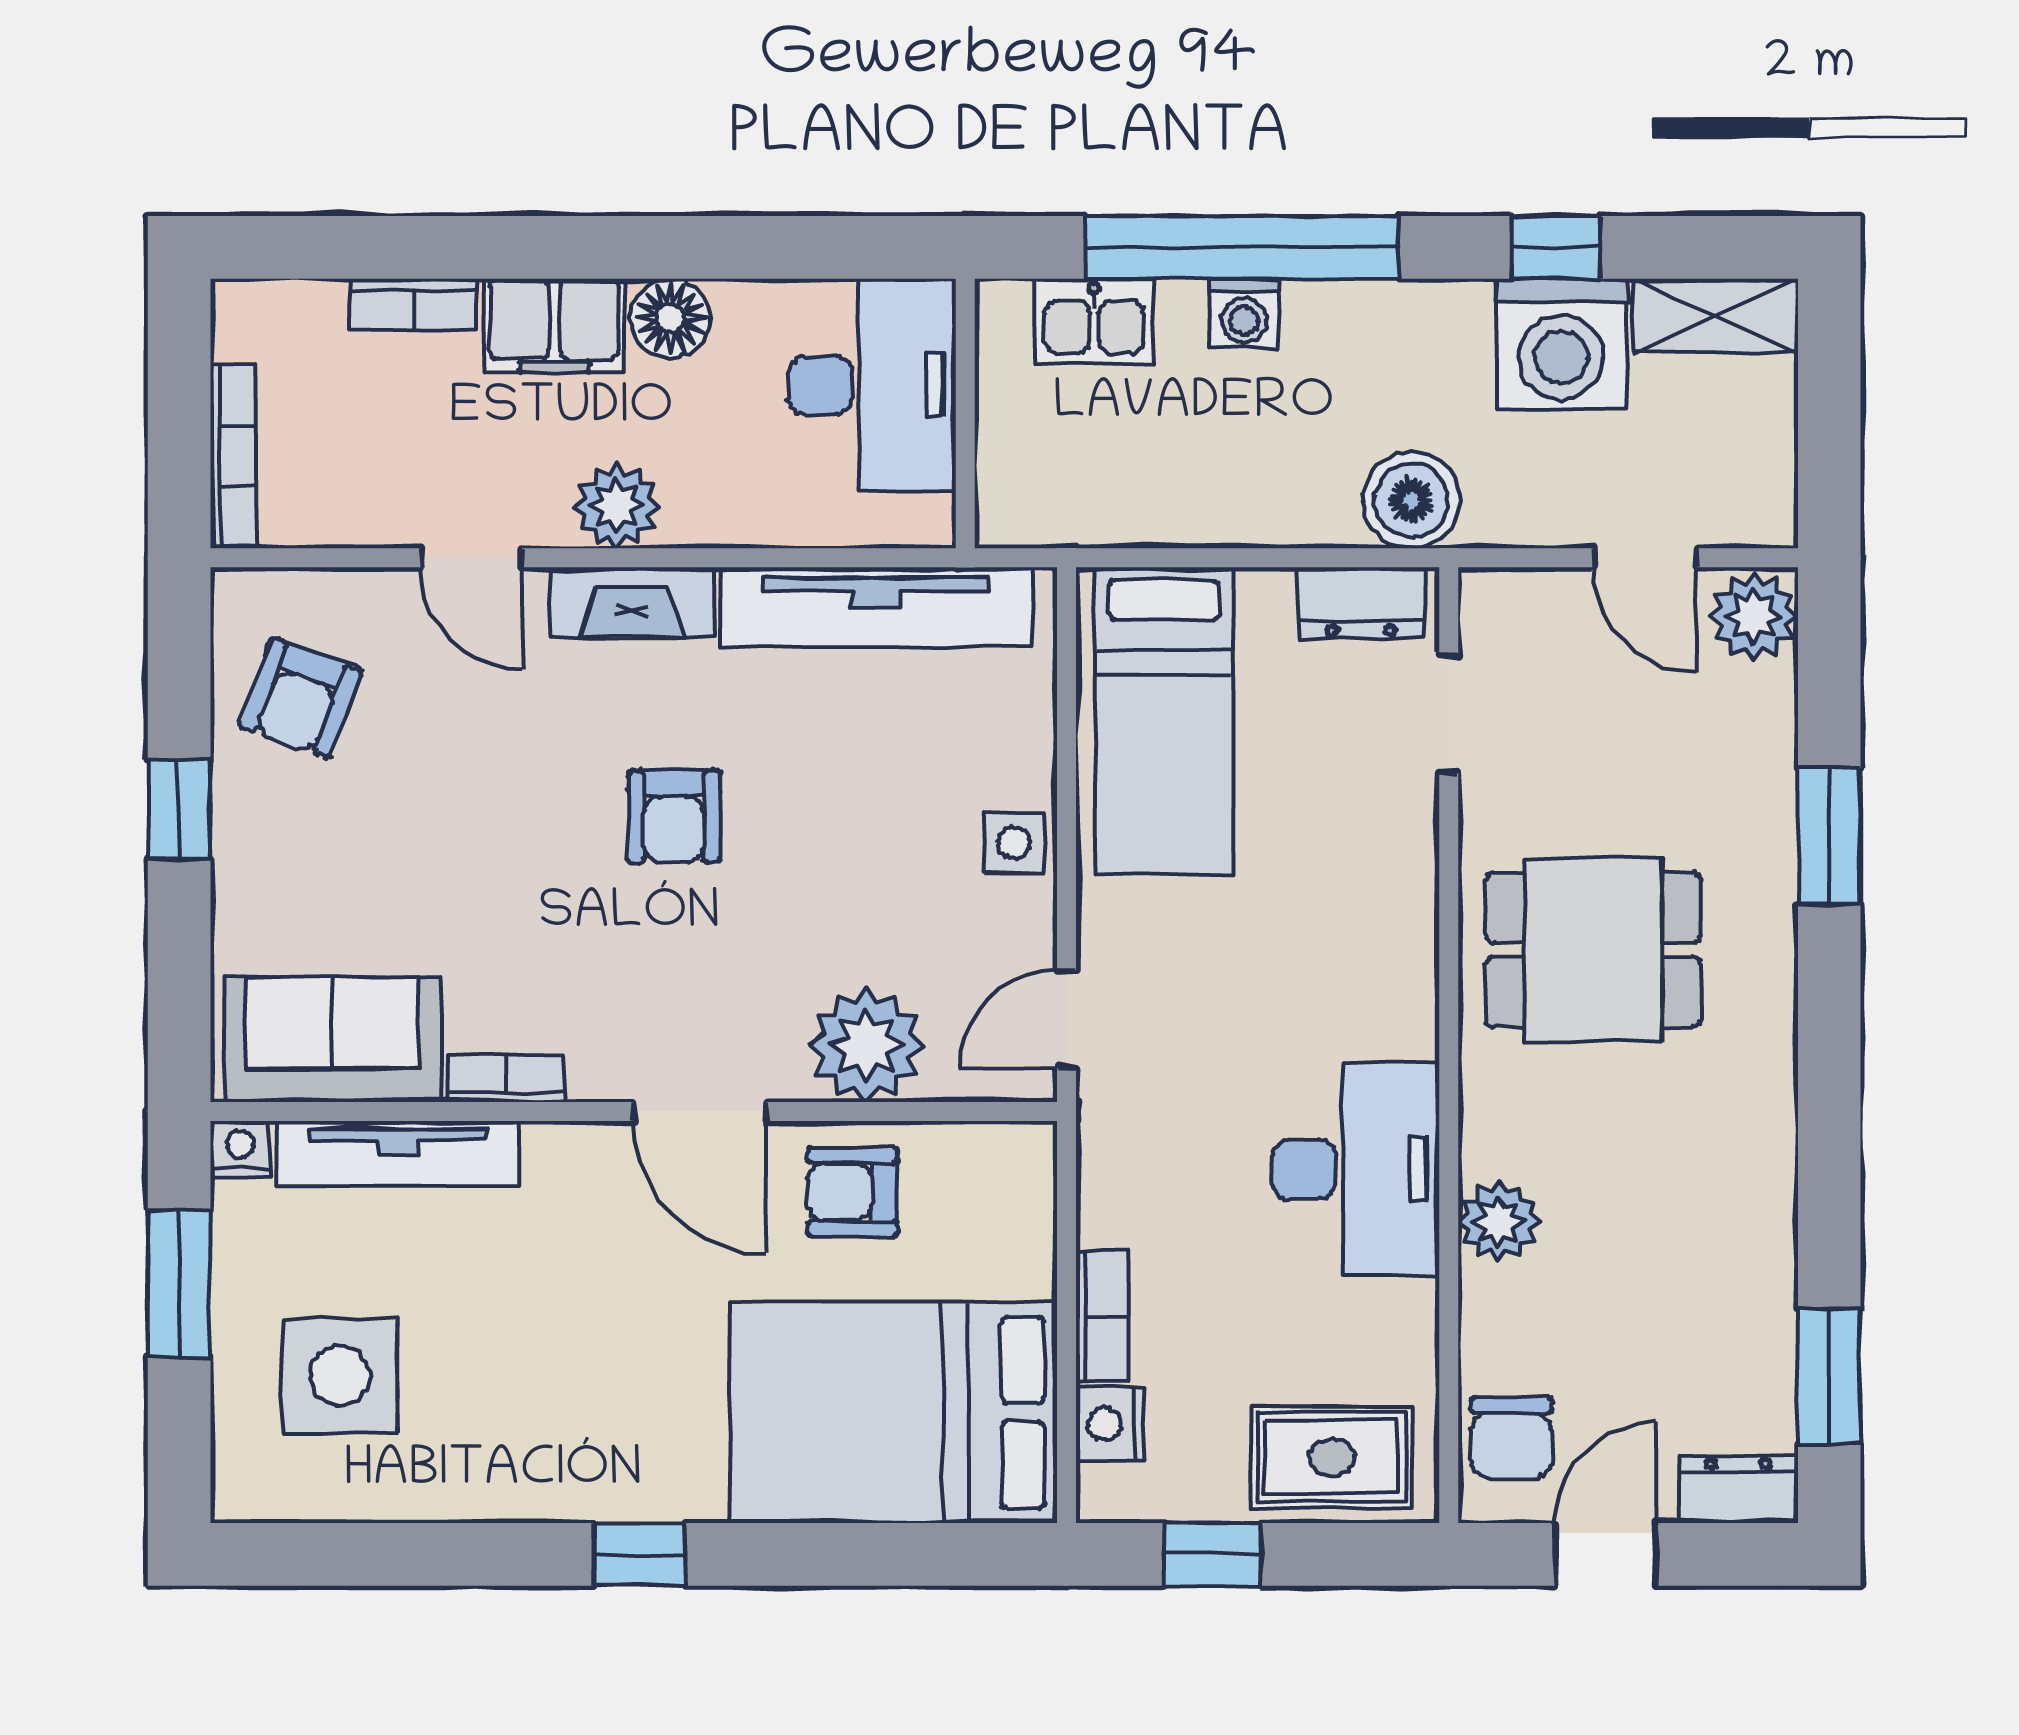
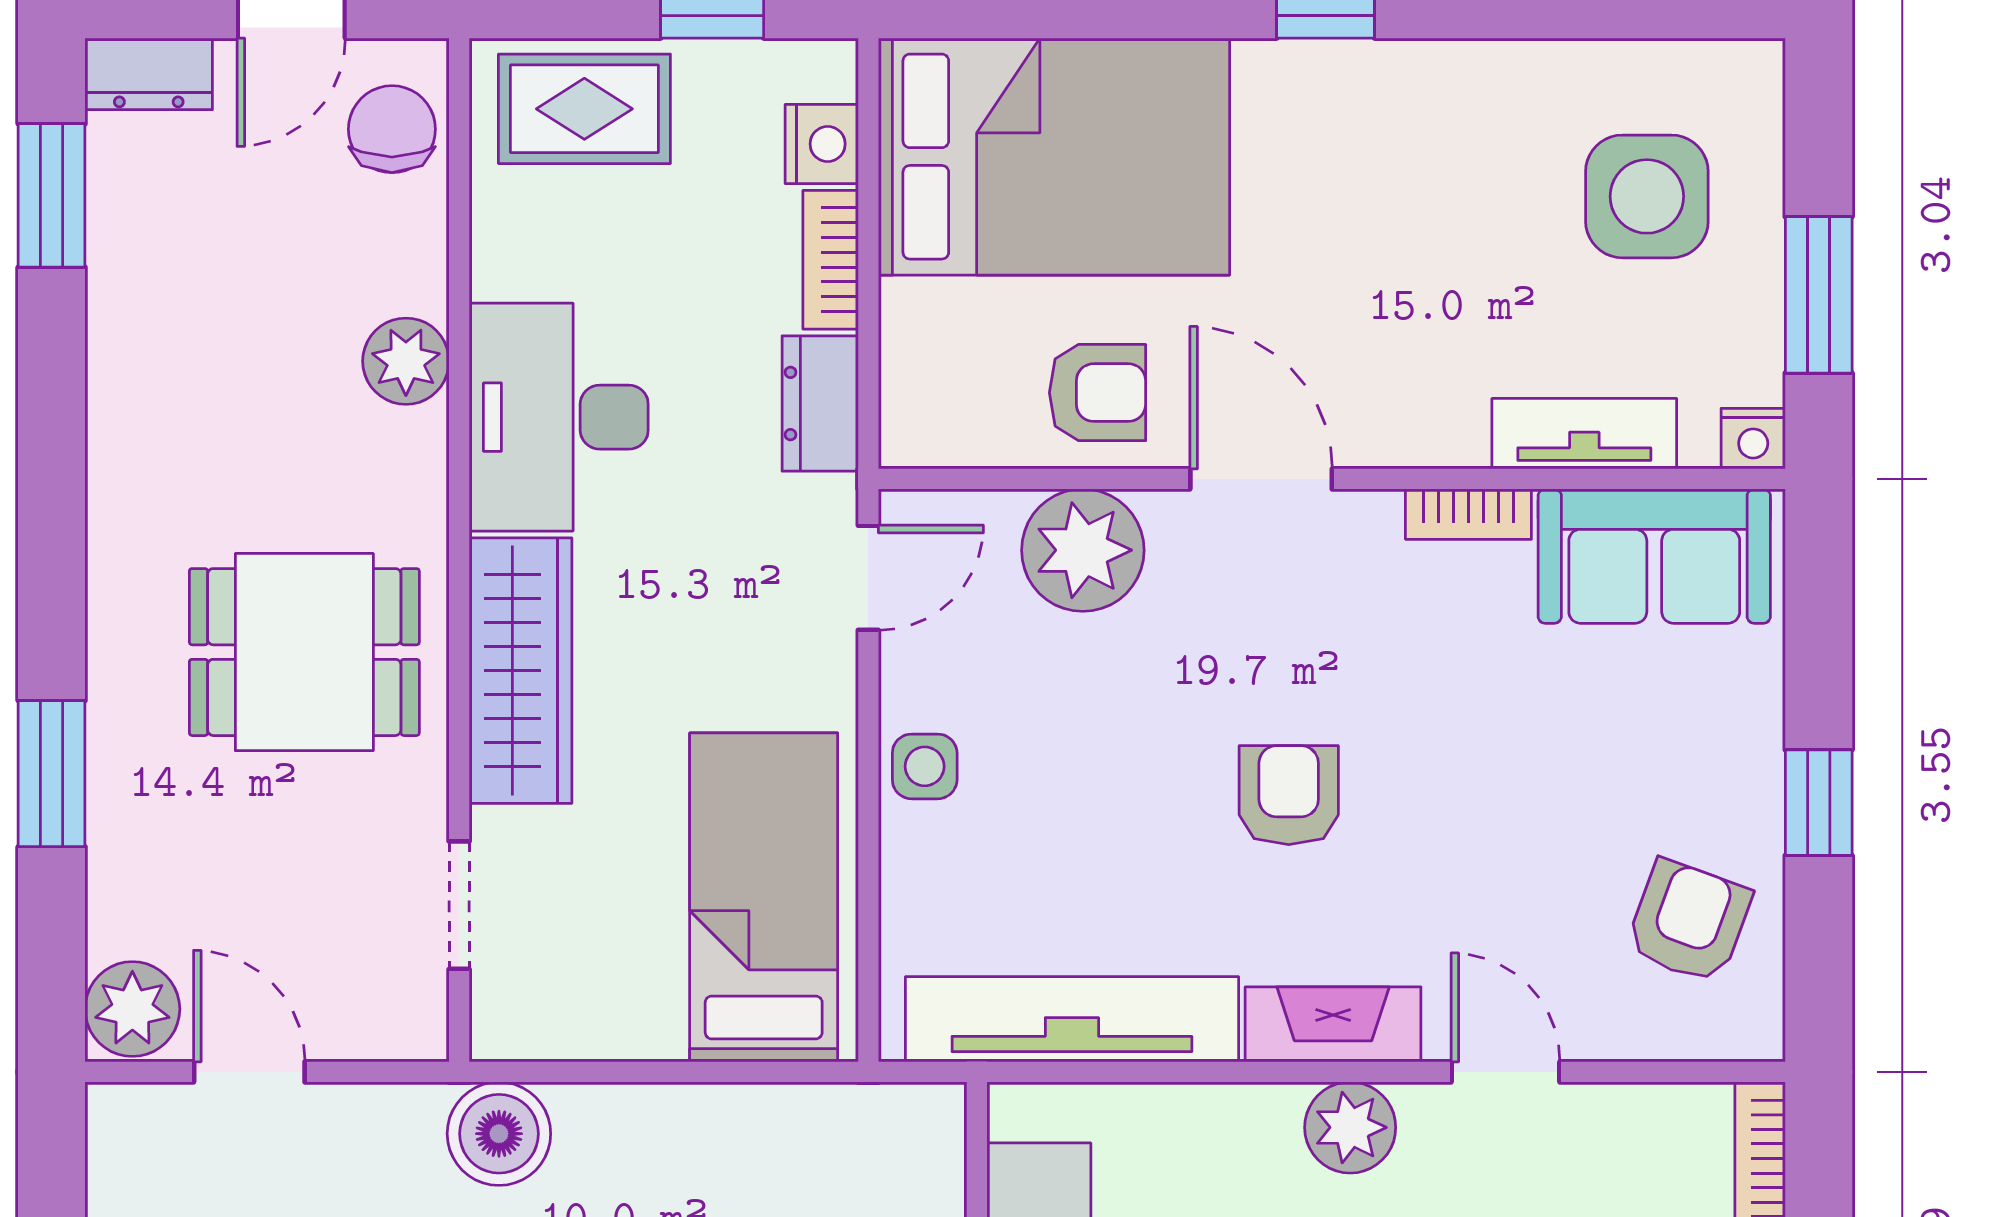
dresser: (1361, 603) -> (820, 403), moved, turned -90
wardrobe: (1391, 933) -> (521, 671), added
tv unit: (398, 1154) -> (1584, 434), width x0.71

